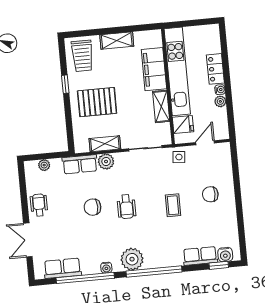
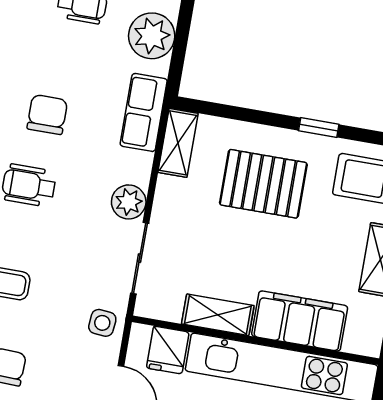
pallet: (97, 102) -> (263, 184), turned 90
shelving: (105, 144) -> (178, 143), moved
plant: (106, 162) -> (129, 202), moved
plant: (44, 165) -> (152, 36), width x1.88, depth x1.88

